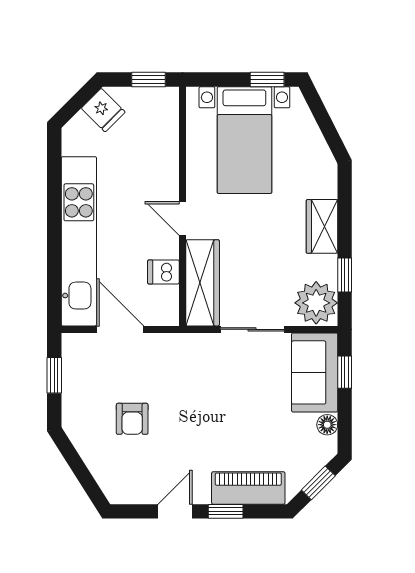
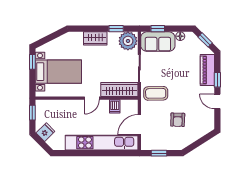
coffee table: (194, 368) -> (156, 93), added
armchair: (132, 419) -> (178, 120), turned 92

